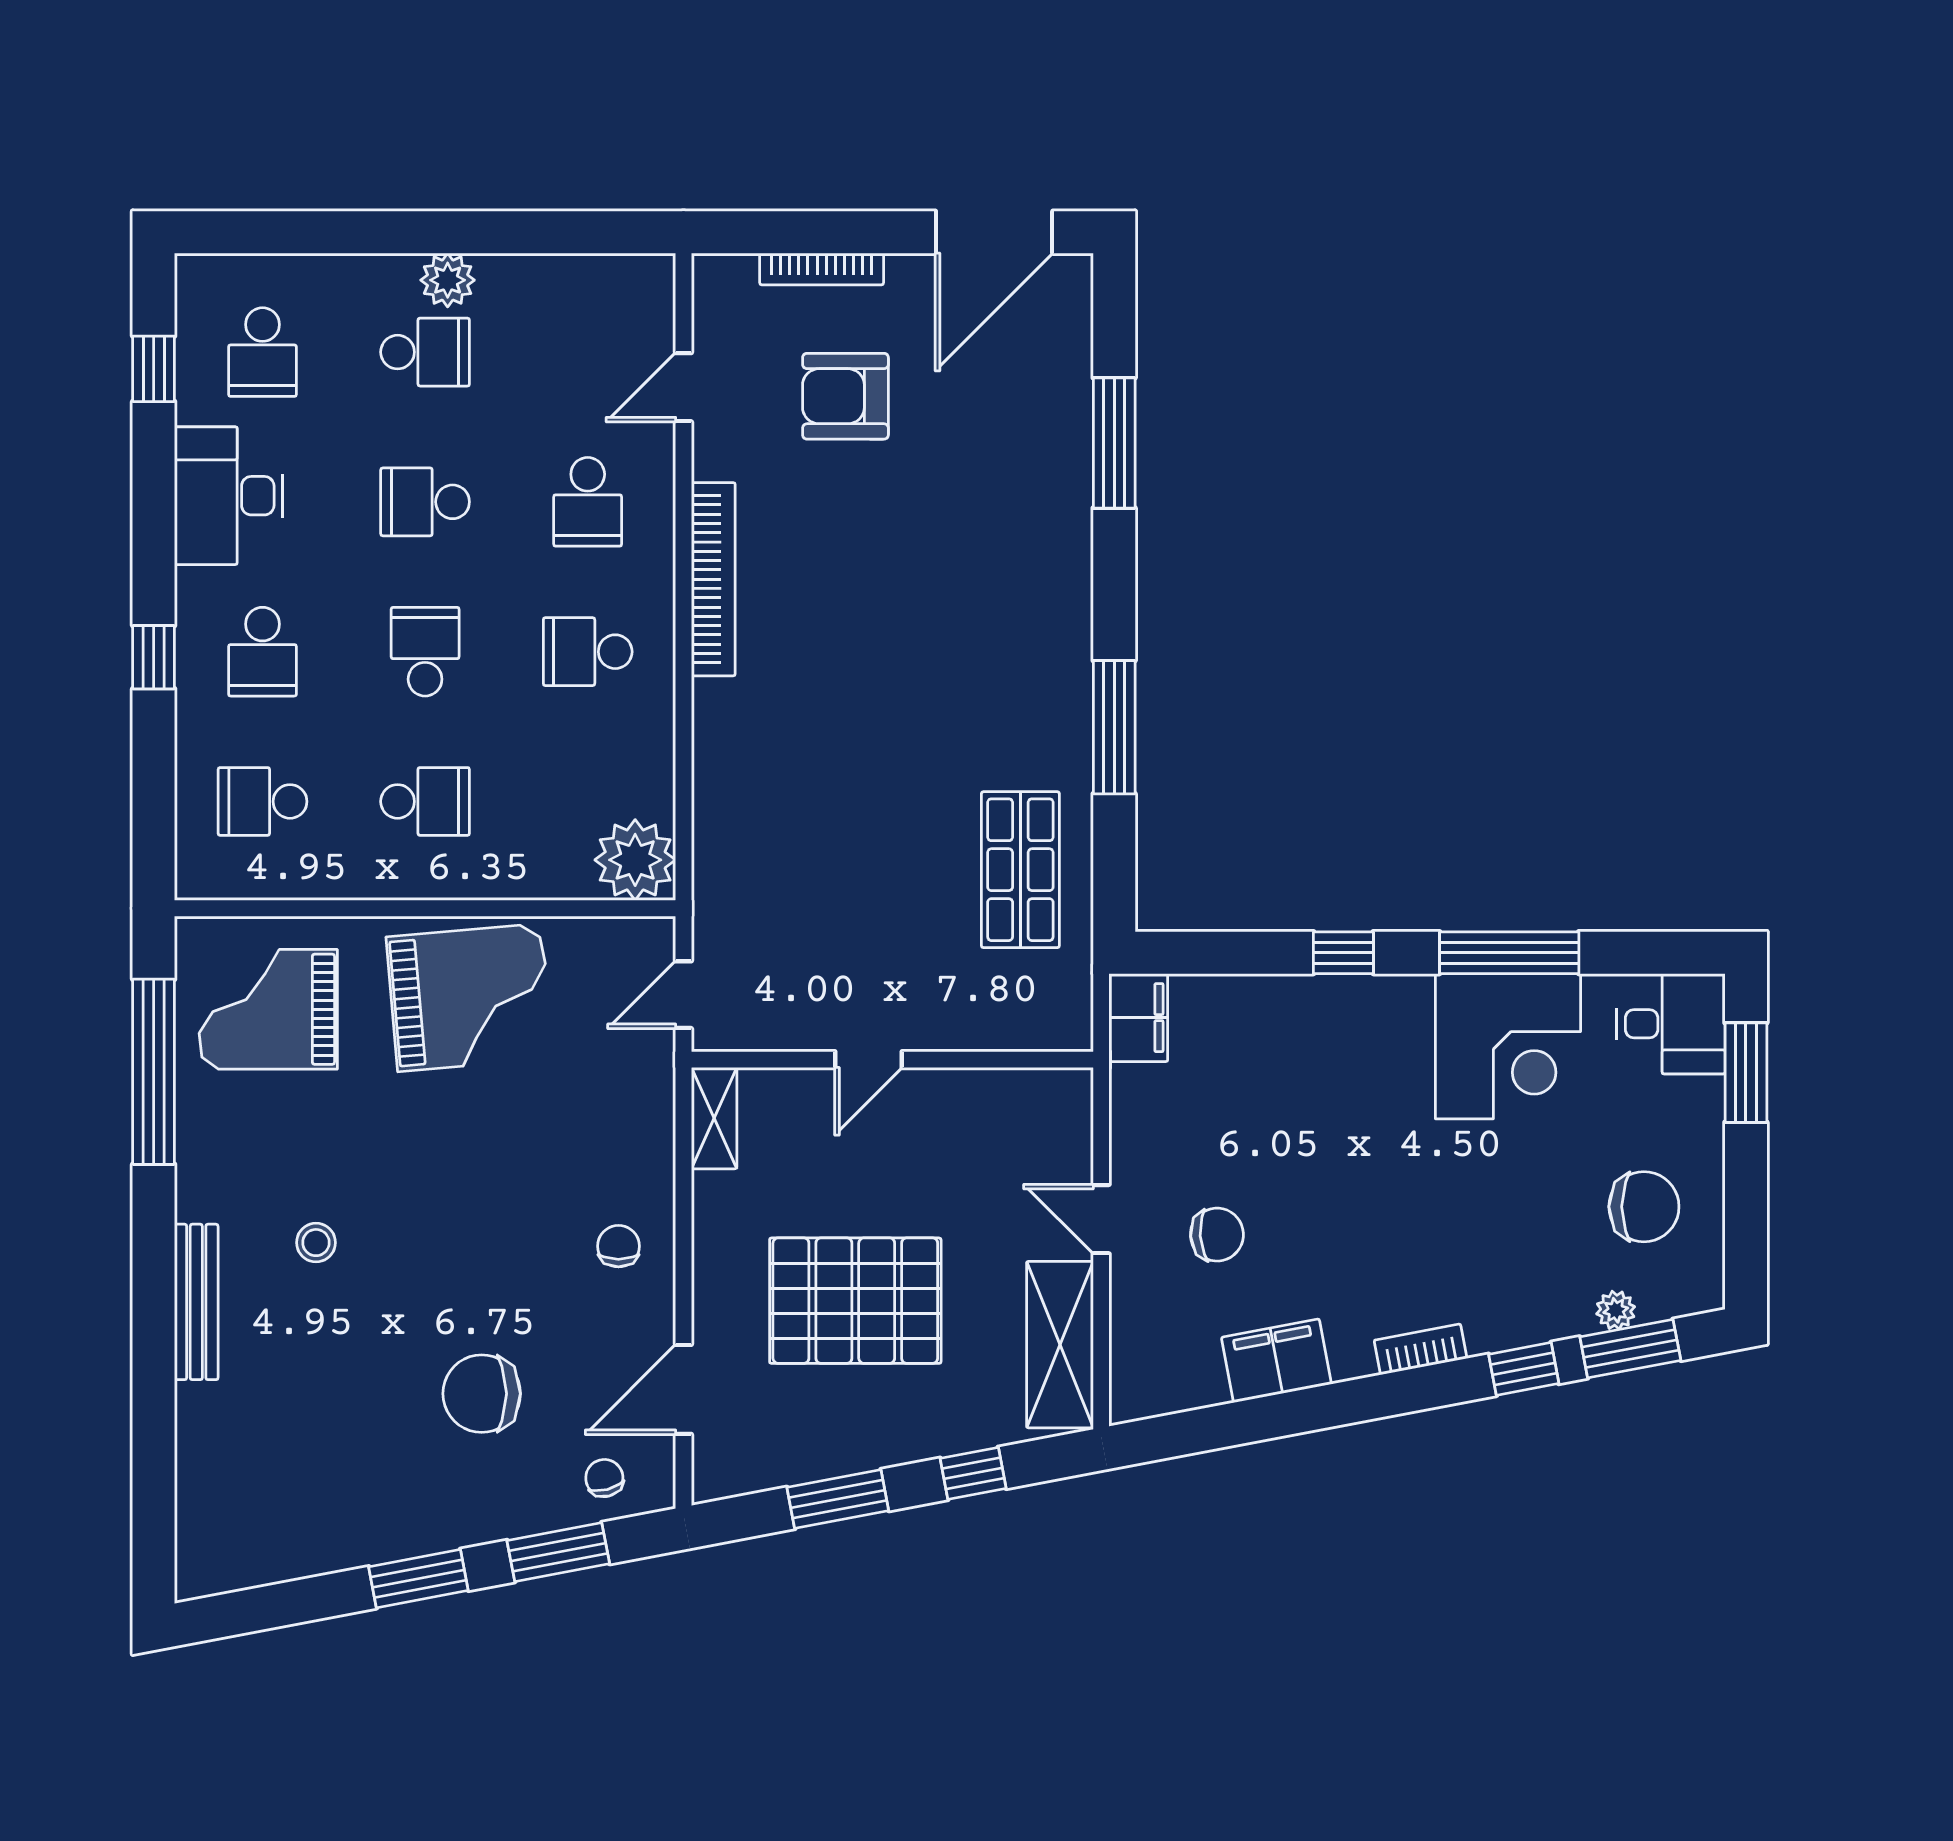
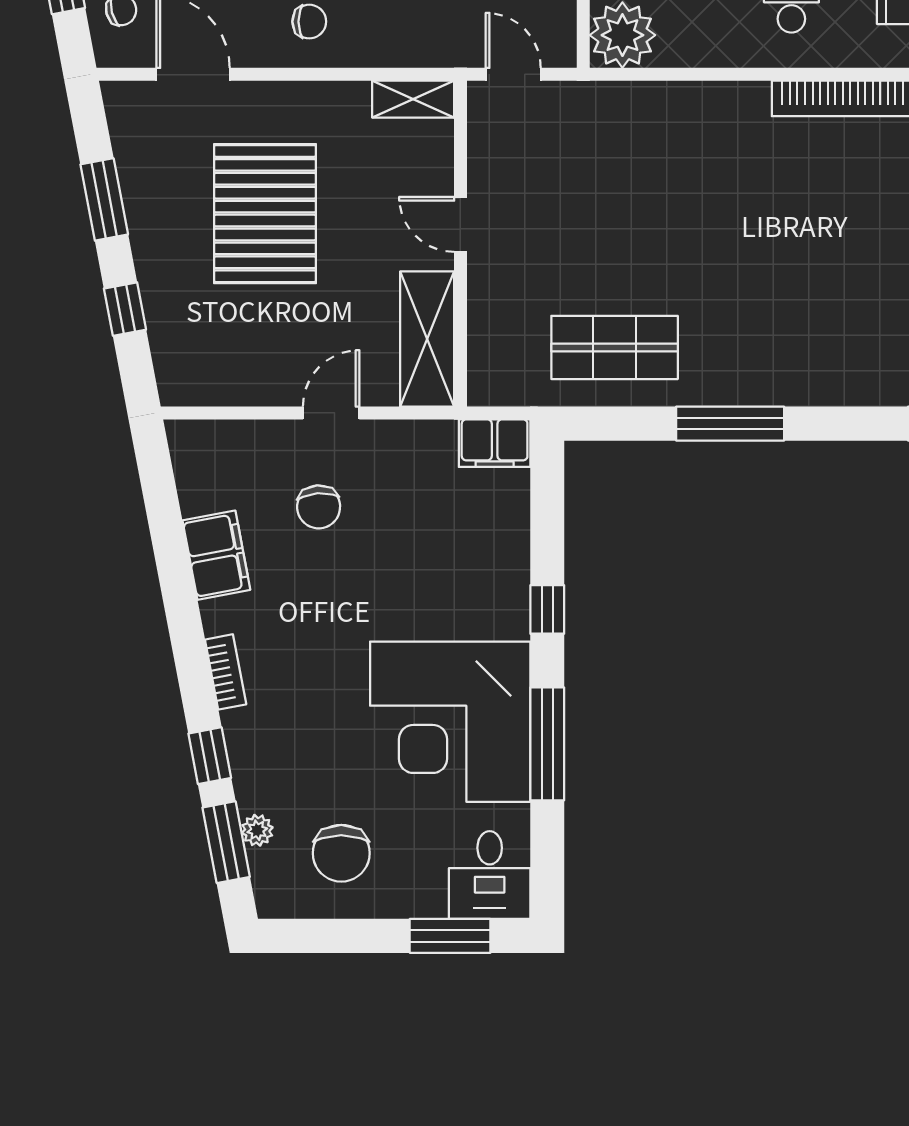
corner desk: (1508, 1046) -> (450, 722), width x1.36, depth x1.36
shelving: (1060, 1345) -> (427, 339), moved, turned 90

